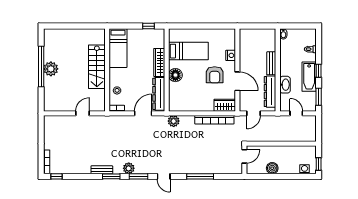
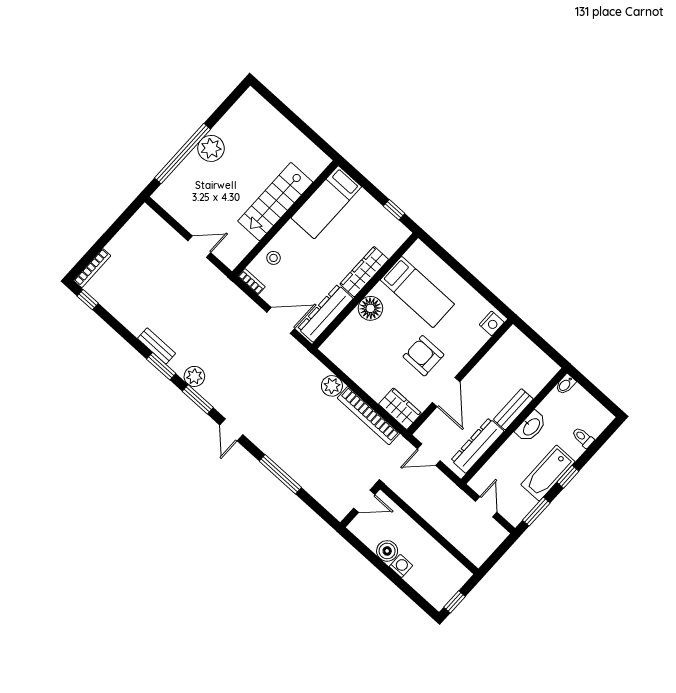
nightstand: (231, 55) -> (492, 323), moved
window: (41, 66) -> (182, 154), moved
armchair: (215, 75) -> (423, 356), turned 90
washbasin: (285, 85) -> (531, 426), moved
plant: (174, 121) -> (332, 386), moved
washing machine: (305, 169) -> (401, 566), moved

